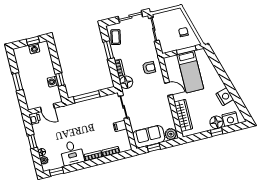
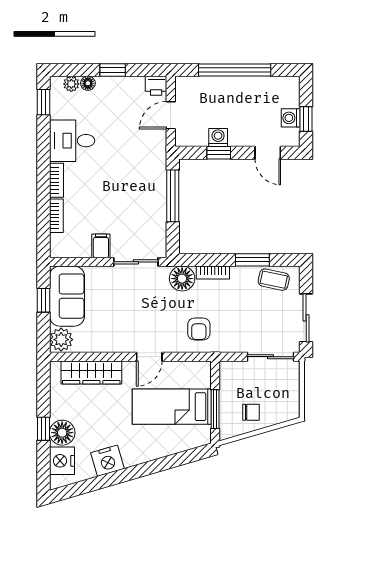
door: (54, 55) -> (268, 153), added
window: (18, 82) -> (235, 70), width x2.11

